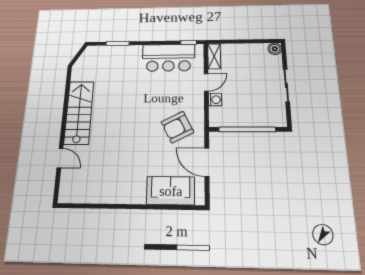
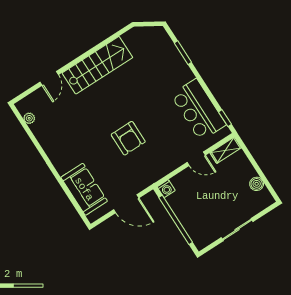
boiler: (275, 49) -> (257, 184), moved
washing machine: (215, 100) -> (166, 189), moved
armchair: (177, 127) -> (128, 138), moved, turned -153
door: (207, 162) -> (126, 204), swing flipped
plant: (79, 198) -> (29, 118), added

